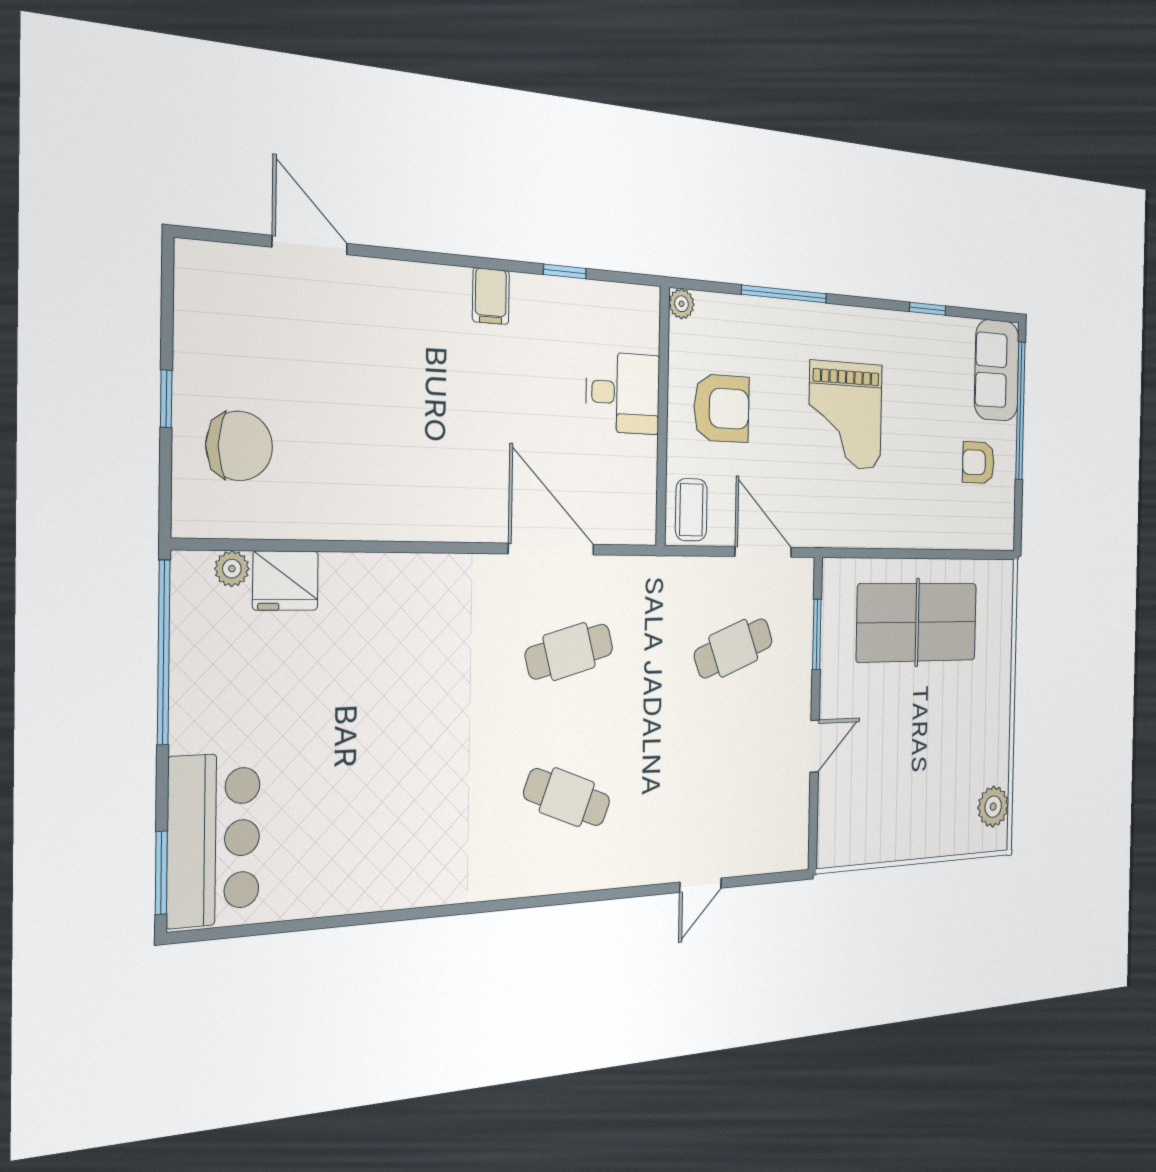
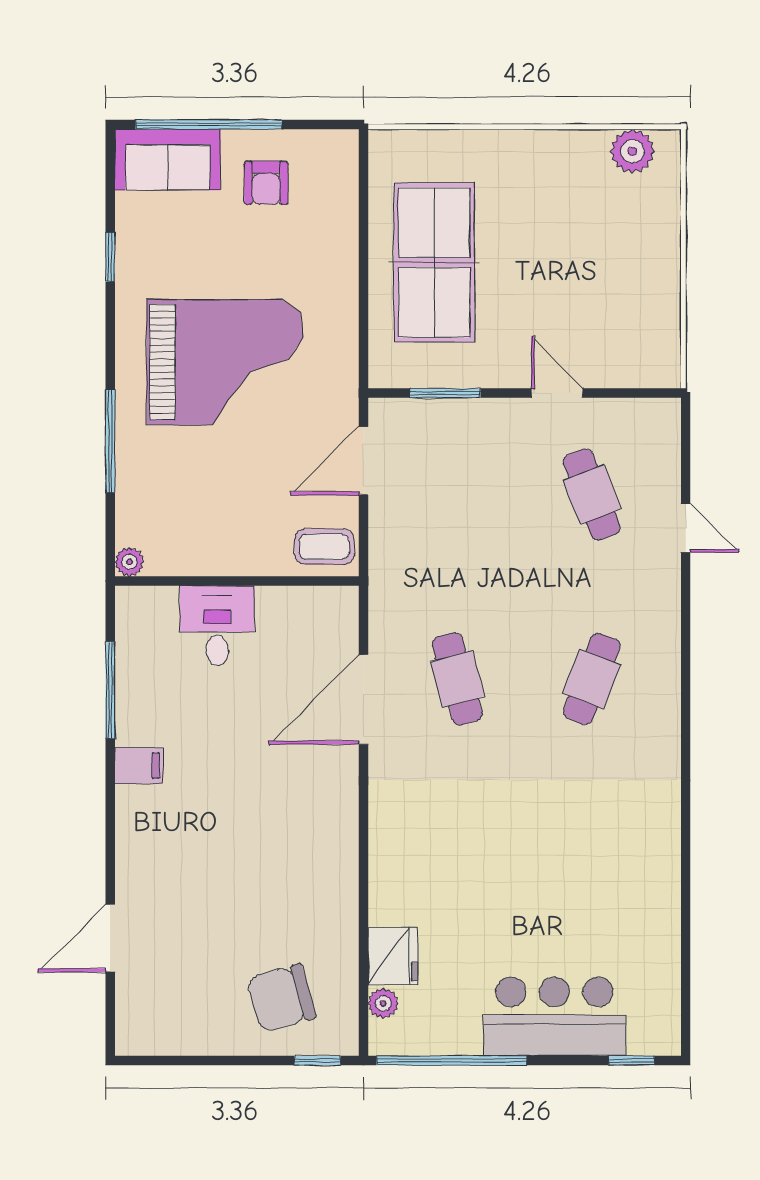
window: (565, 271) -> (110, 690), width x2.17
window: (166, 399) -> (317, 1060), moved
armchair: (722, 408) -> (226, 514), removed
grand piano: (845, 415) -> (225, 362), width x1.37, depth x1.48
chair: (239, 446) -> (281, 998), turned -106
cafe table: (733, 648) -> (592, 494), moved
bar counter: (214, 840) -> (554, 1016), moved
window: (161, 873) -> (631, 1060), width x0.67

